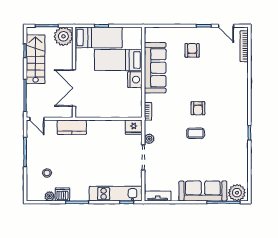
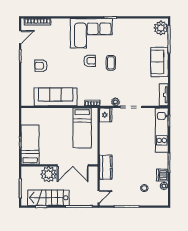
plant: (63, 36) -> (49, 174), moved
bed: (118, 60) -> (82, 128), moved
nightstand: (135, 80) -> (66, 114), removed
corner sofa: (231, 110) -> (91, 33), added
sofa: (203, 191) -> (159, 62), width x0.73

